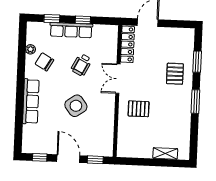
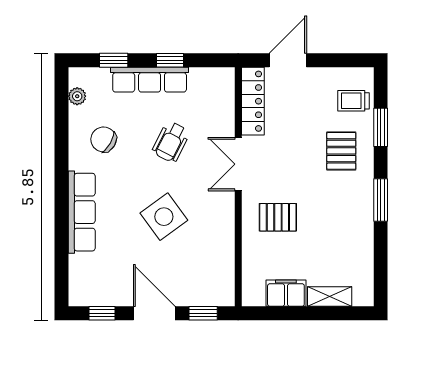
trolley: (183, 46) -> (353, 101), added
plant: (31, 49) -> (77, 96), moved
filing cabinet: (141, 151) -> (286, 293), added

